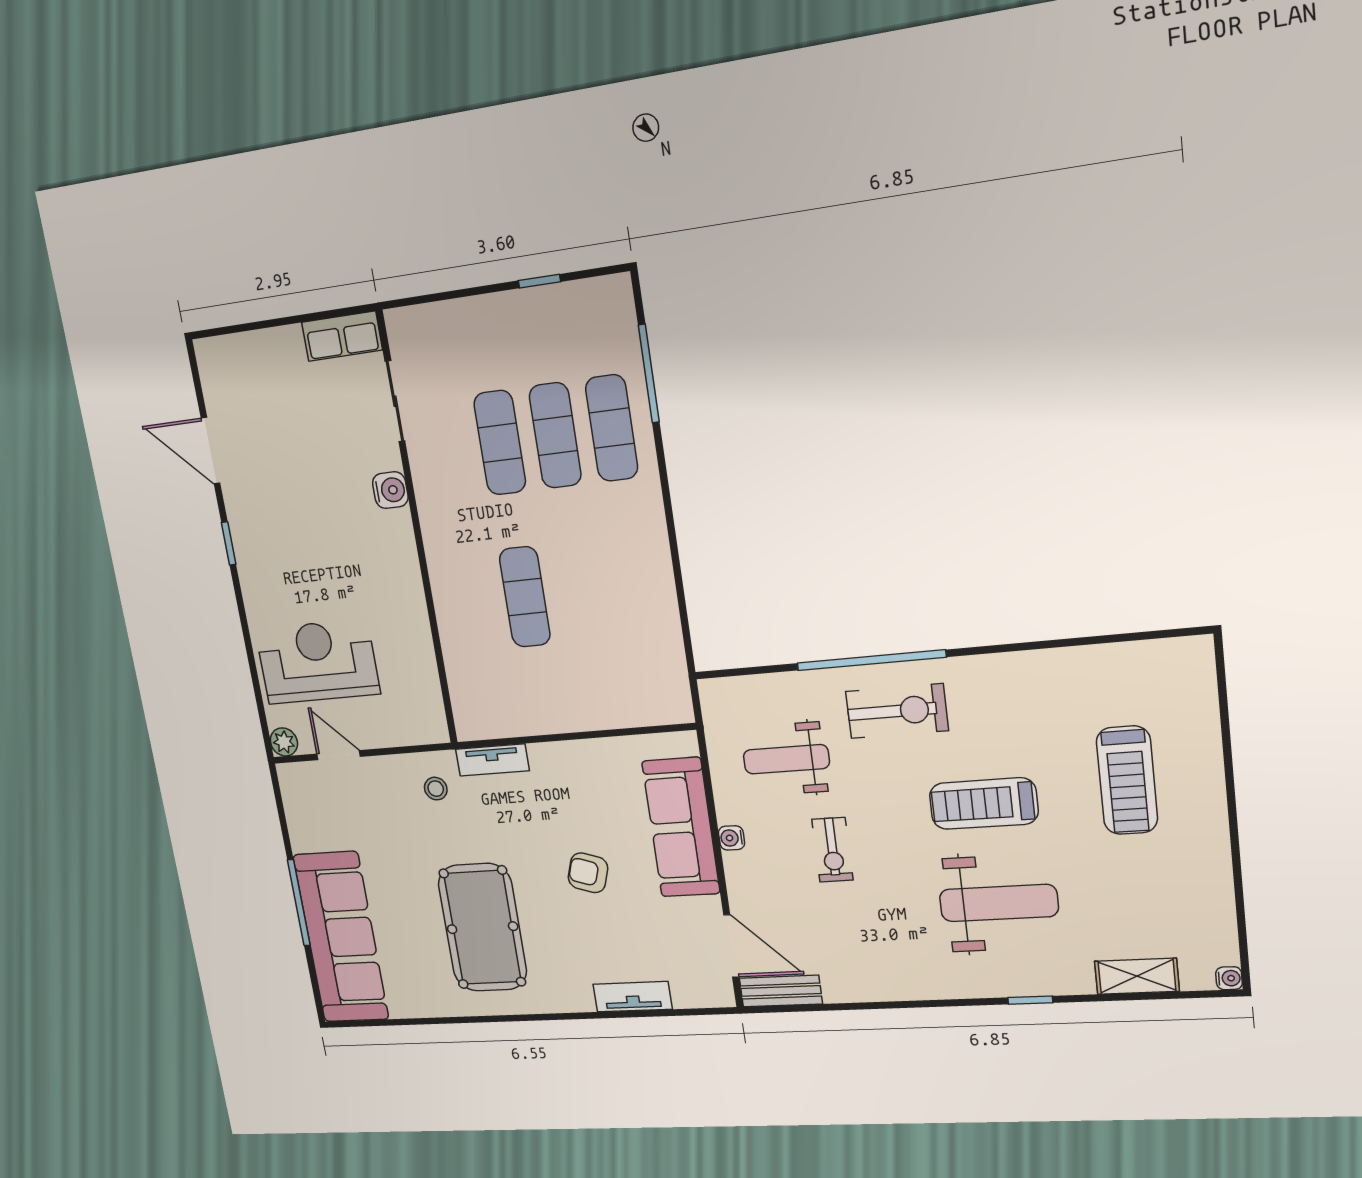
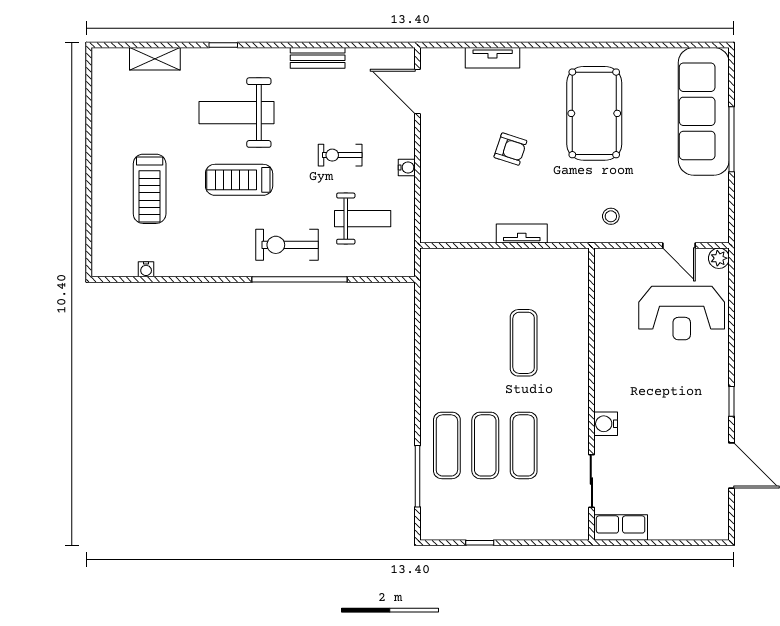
tv unit: (492, 760) -> (522, 233), moved
treadmill: (1127, 780) -> (150, 189), turned 180
treadmill: (984, 804) -> (239, 180), turned 180
sofa: (681, 828) -> (440, 177), removed
exercise bike: (832, 850) -> (340, 155), turned -90
water cooler: (1229, 978) -> (146, 269), moved, turned -90
bench: (781, 991) -> (318, 58), moved

